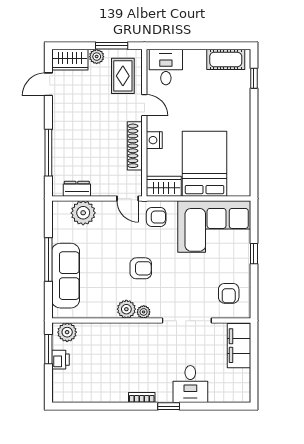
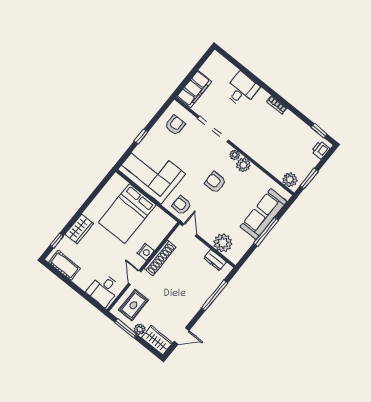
wardrobe: (164, 186) -> (79, 229), moved, turned -90
printer: (60, 360) -> (320, 150), moved
window: (169, 406) -> (319, 131), moved

